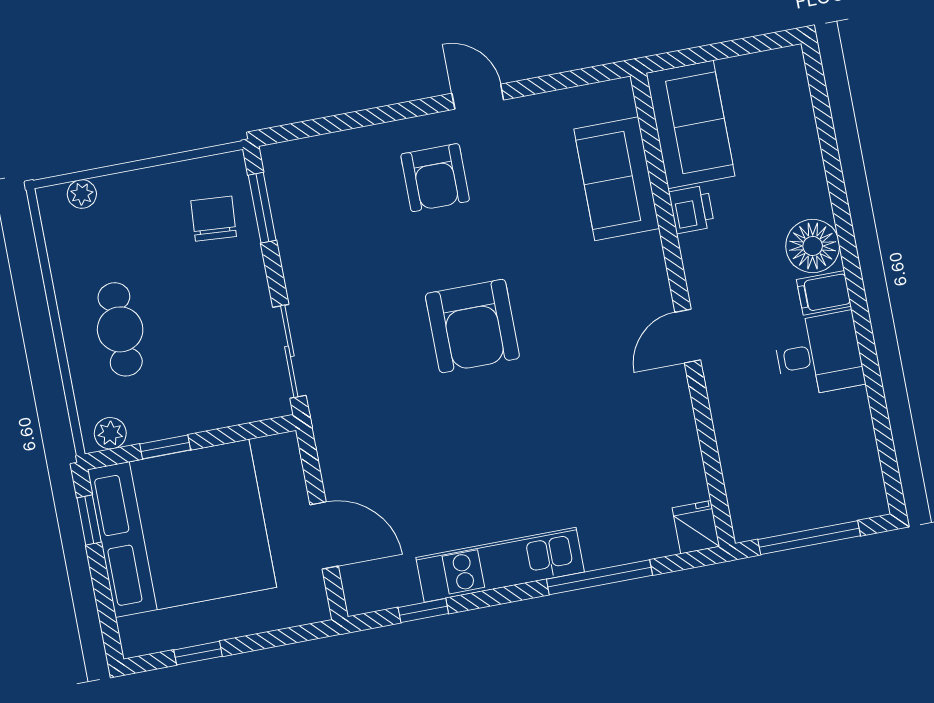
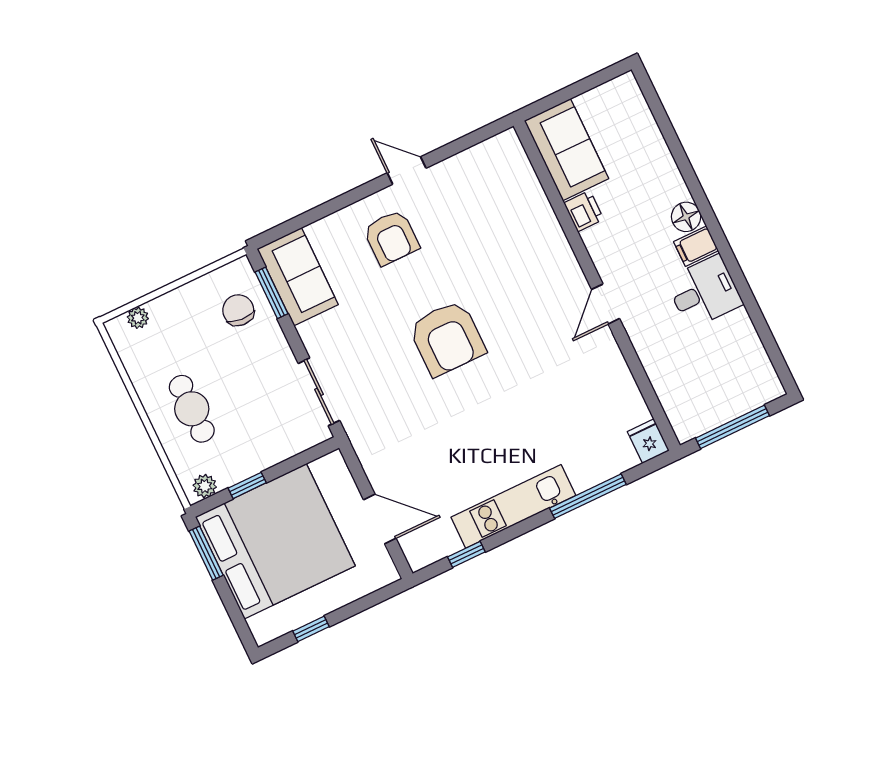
sofa: (617, 179) -> (298, 277), moved, turned 180
floor lamp: (813, 246) -> (686, 217), width x0.73, depth x0.73
window: (89, 520) -> (206, 553), width x1.50

